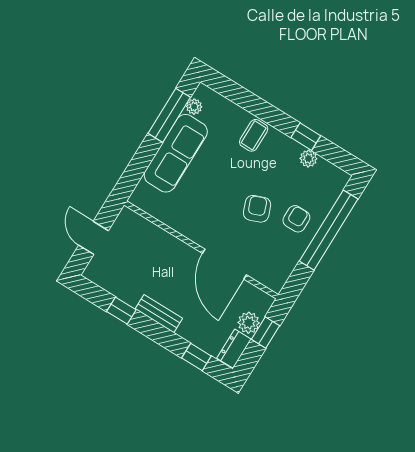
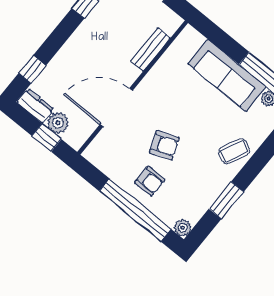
coffee table: (254, 135) -> (234, 151), turned -65
window: (306, 137) -> (226, 200), width x1.50
plant: (308, 159) -> (183, 228), moved
bench: (159, 314) -> (150, 50), moved

